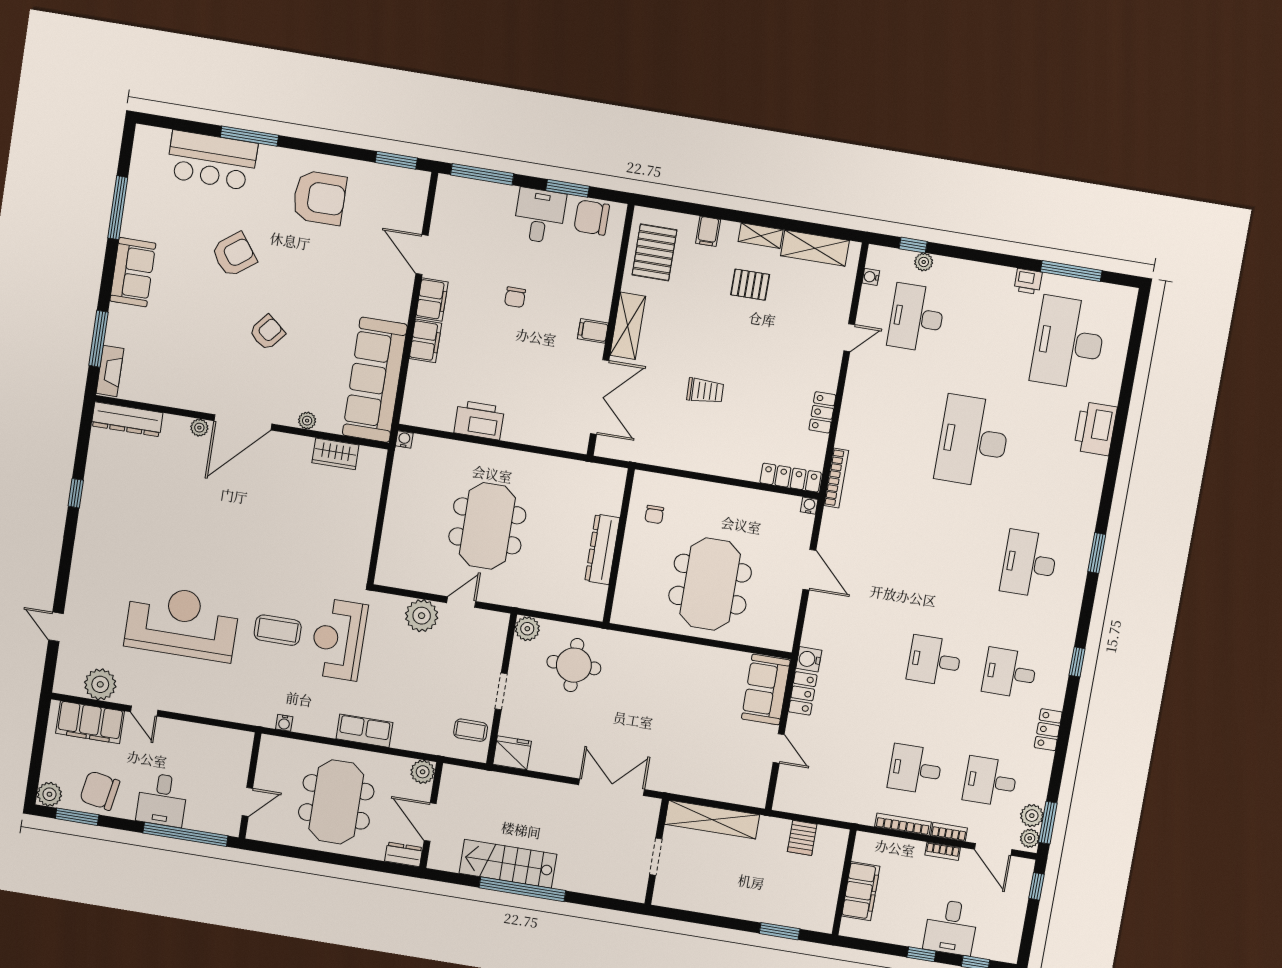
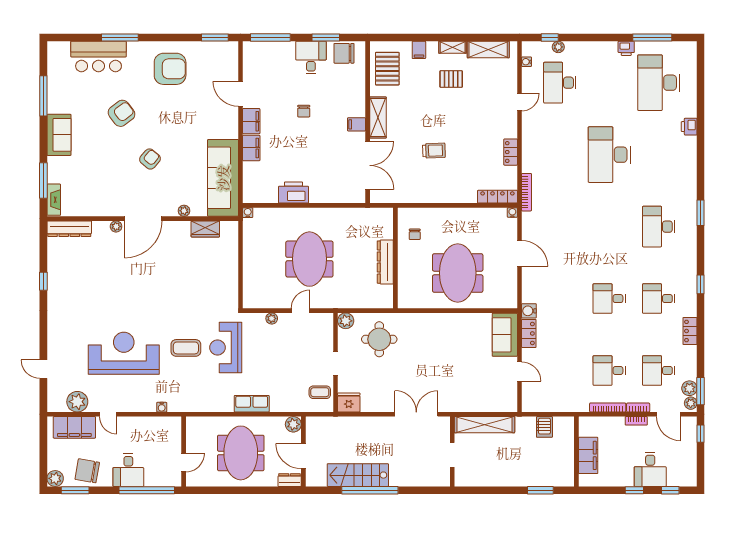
printer: (1095, 429) -> (689, 127), width x0.53, depth x0.68
plant: (422, 616) -> (272, 318), width x0.53, depth x0.53
water cooler: (284, 723) -> (162, 407), moved

